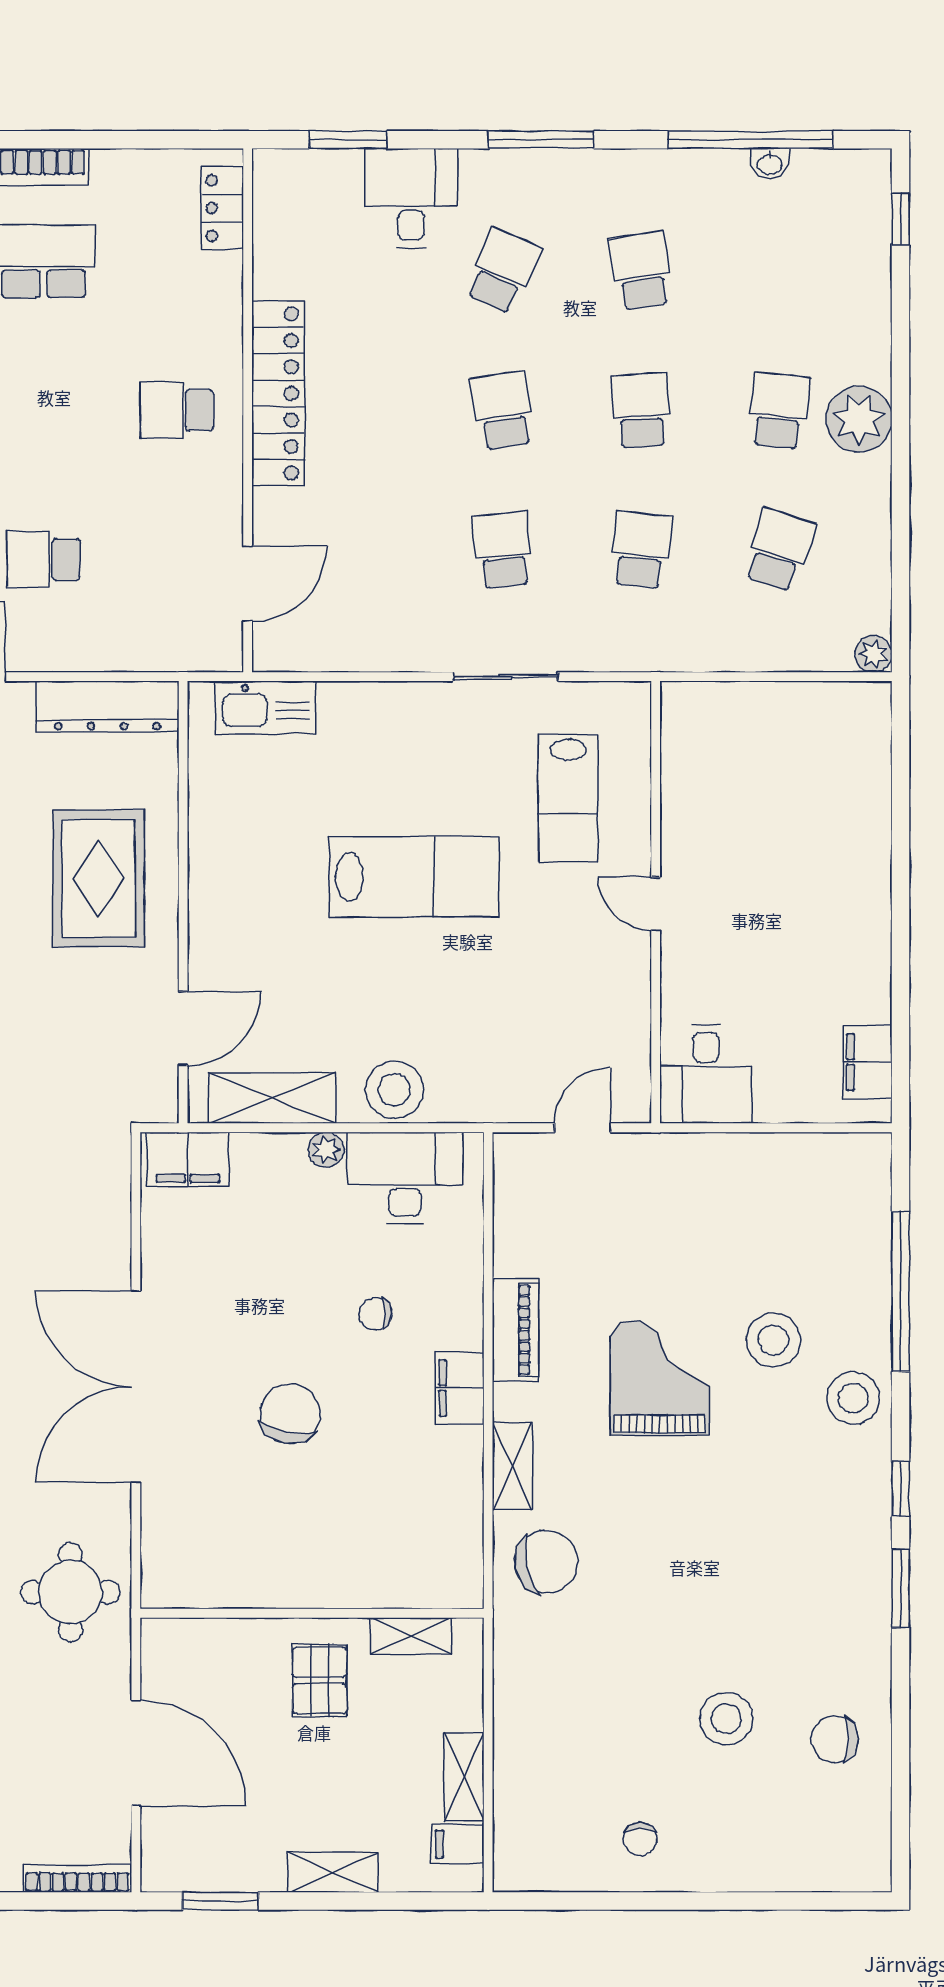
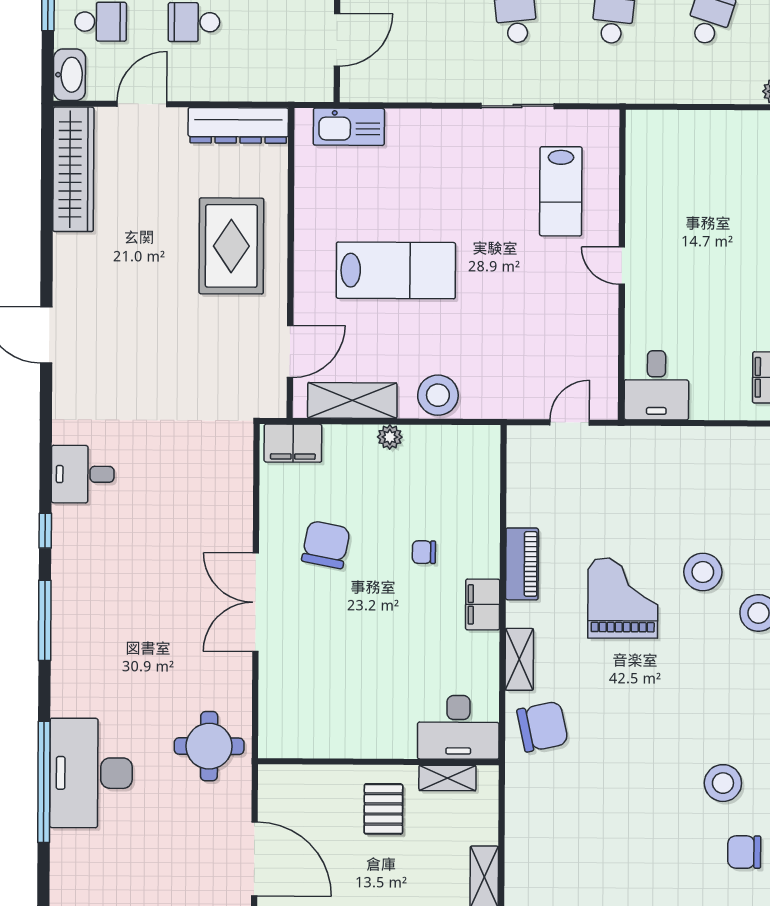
lab bench: (414, 877) -> (396, 270), moved
desk: (405, 1178) -> (458, 727), moved, turned 180
double door: (136, 1387) -> (256, 602), width x0.73
chair: (290, 1414) -> (326, 545), moved
stool: (726, 1719) -> (723, 783), moved

